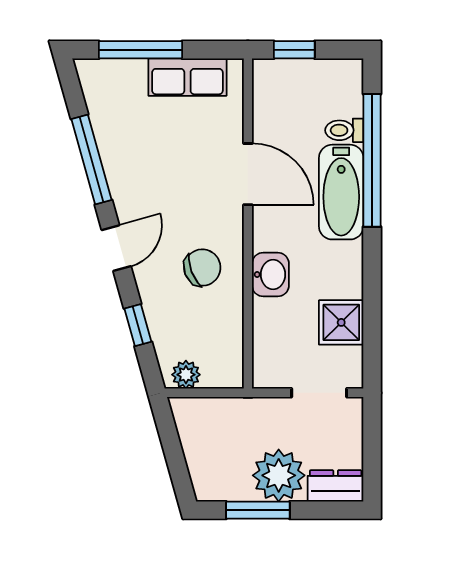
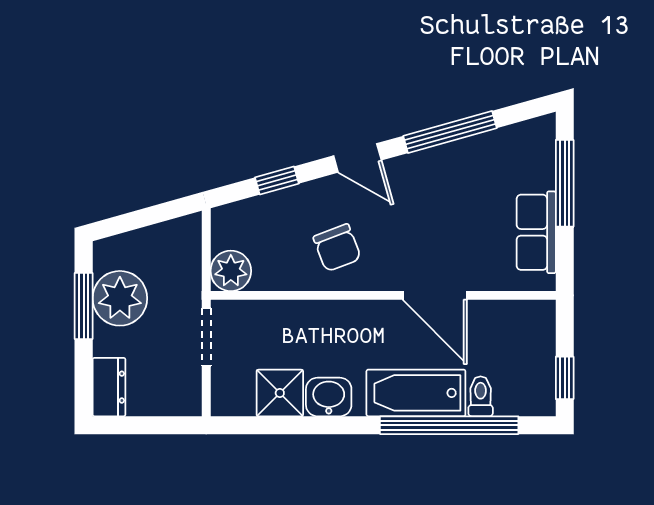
window: (294, 50) -> (565, 378), moved
door: (248, 174) -> (435, 295), hinge flipped
washbasin: (270, 275) -> (329, 397), moved, turned 180
plant: (186, 375) -> (231, 271), moved, width x1.38, depth x1.38
doorway: (319, 393) -> (206, 337), moved
plant: (279, 475) -> (120, 298), moved

